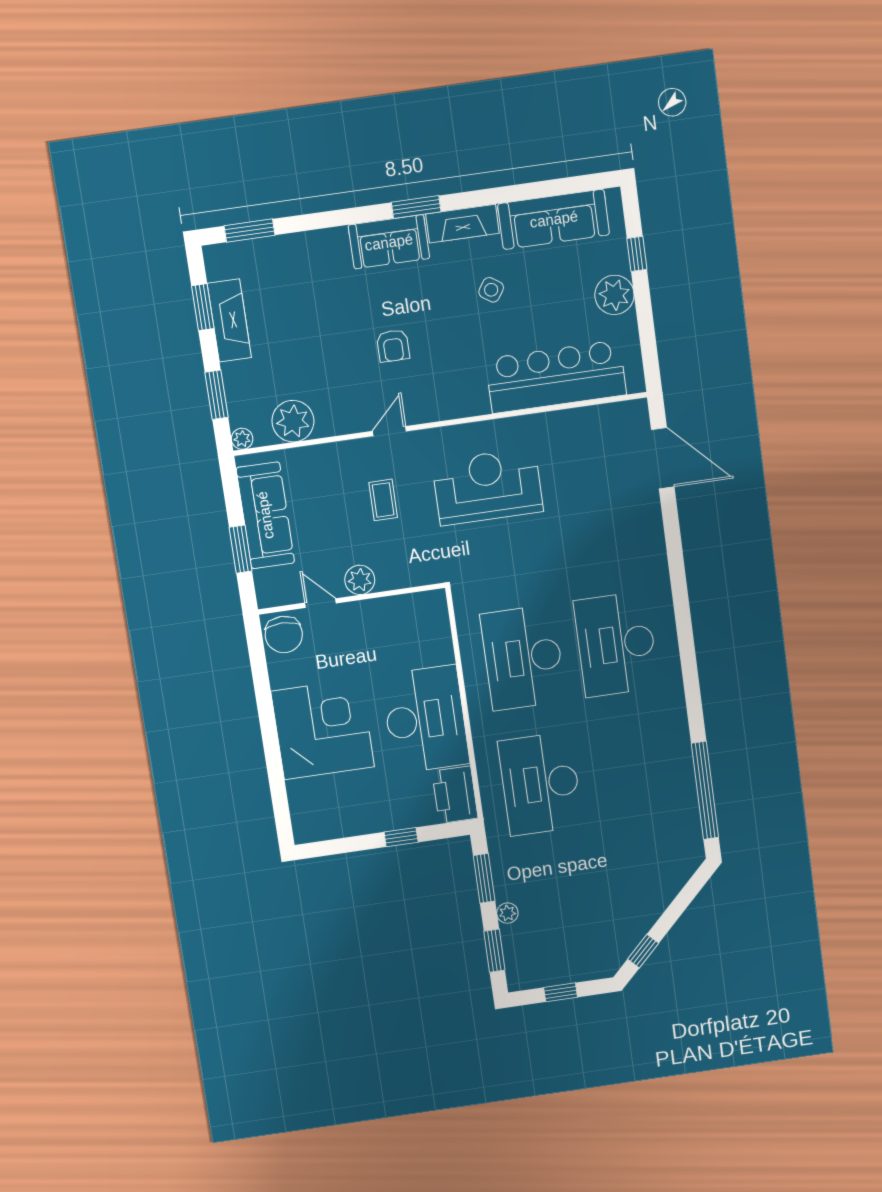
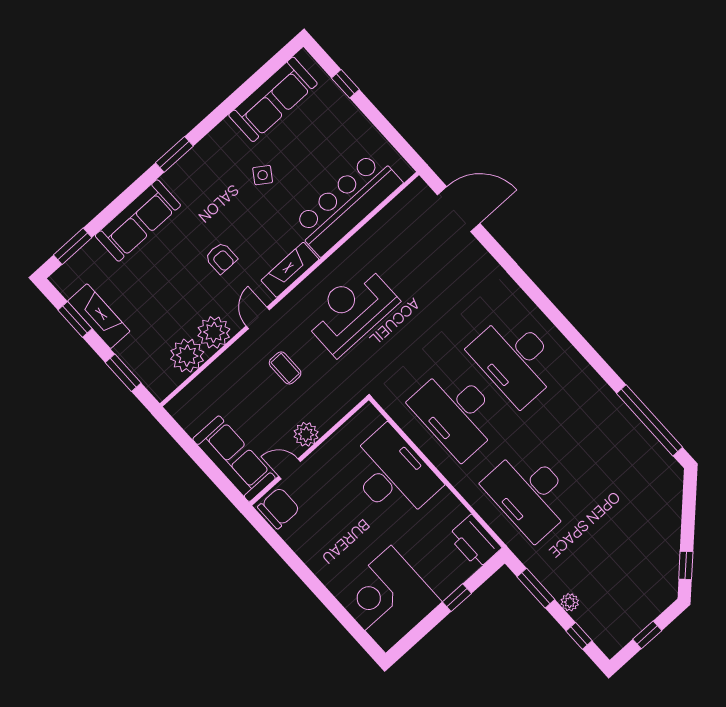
fireplace: (462, 224) -> (290, 270), moved, turned 180
sofa: (389, 242) -> (138, 220), moved, width x1.36
plant: (614, 295) -> (349, 121), removed
plant: (242, 439) -> (214, 332), moved, width x1.88, depth x1.88
sofa: (265, 515) -> (234, 459), moved
window: (241, 549) -> (209, 468), removed
chair: (284, 635) -> (279, 508), turned -90
desk: (425, 719) -> (393, 474), moved
corner desk: (323, 729) -> (388, 599), moved, turned -90
window: (494, 951) -> (579, 636), width x0.67

